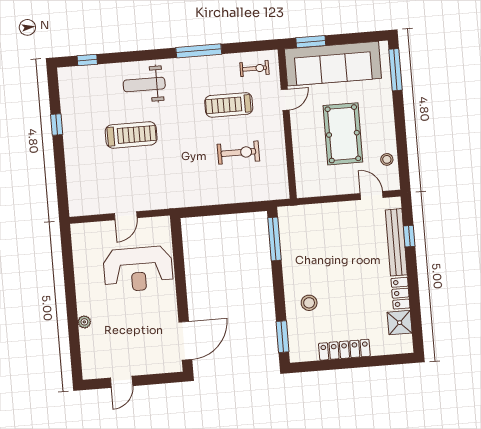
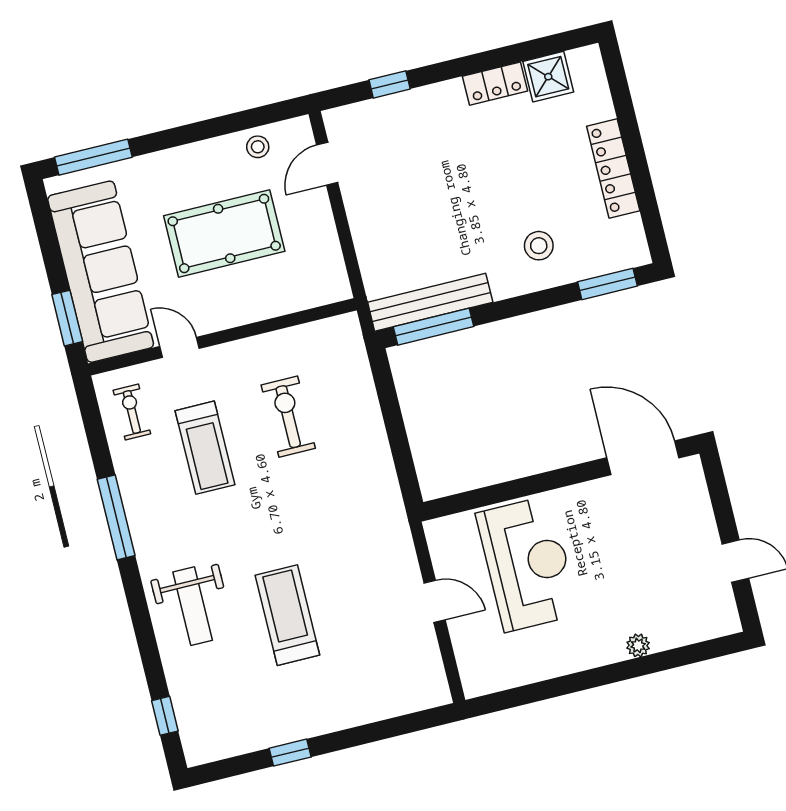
bench: (396, 242) -> (430, 302), moved

